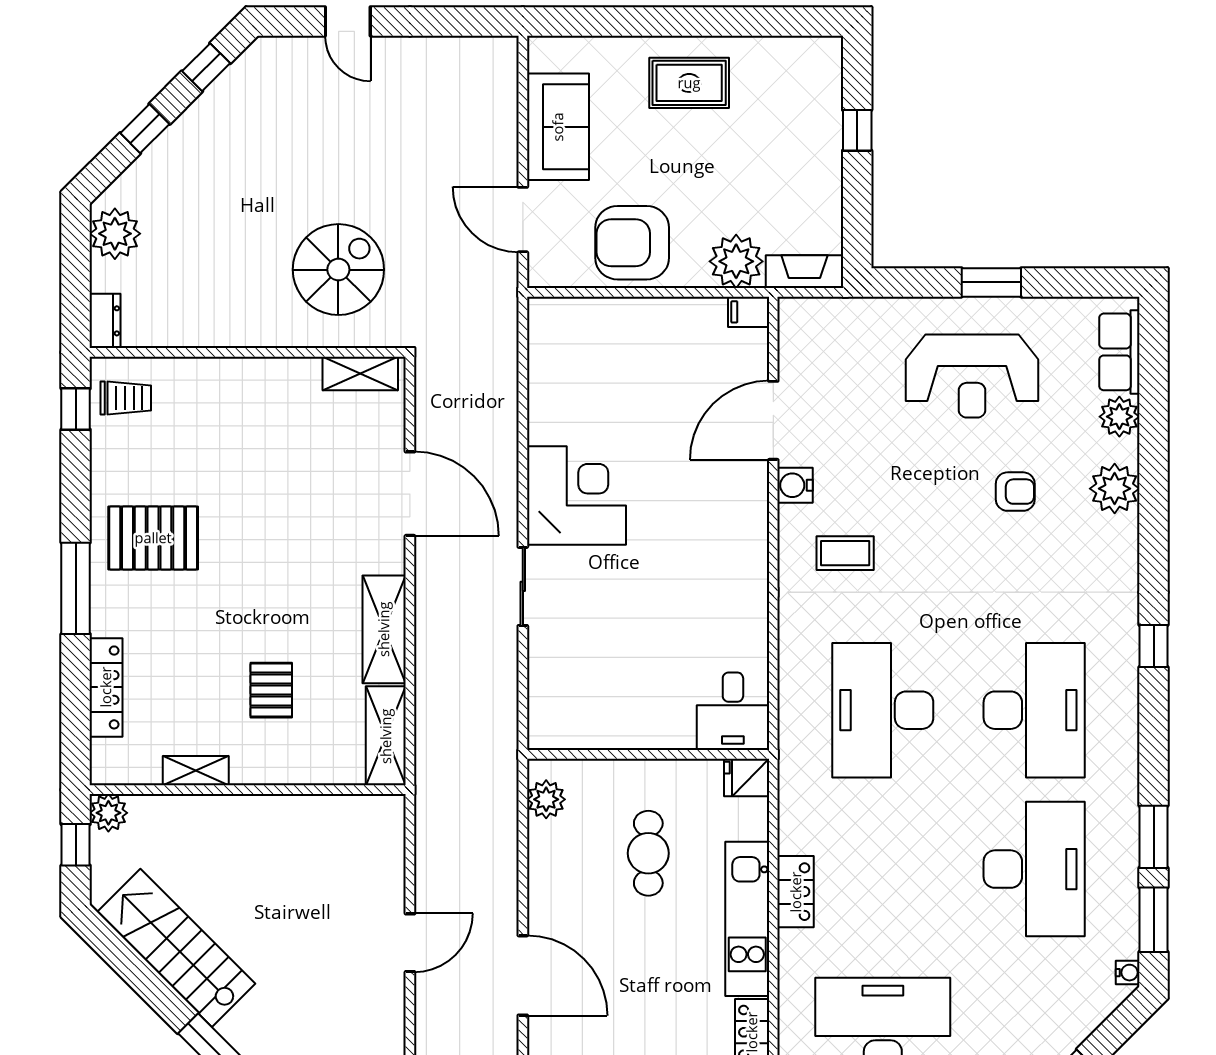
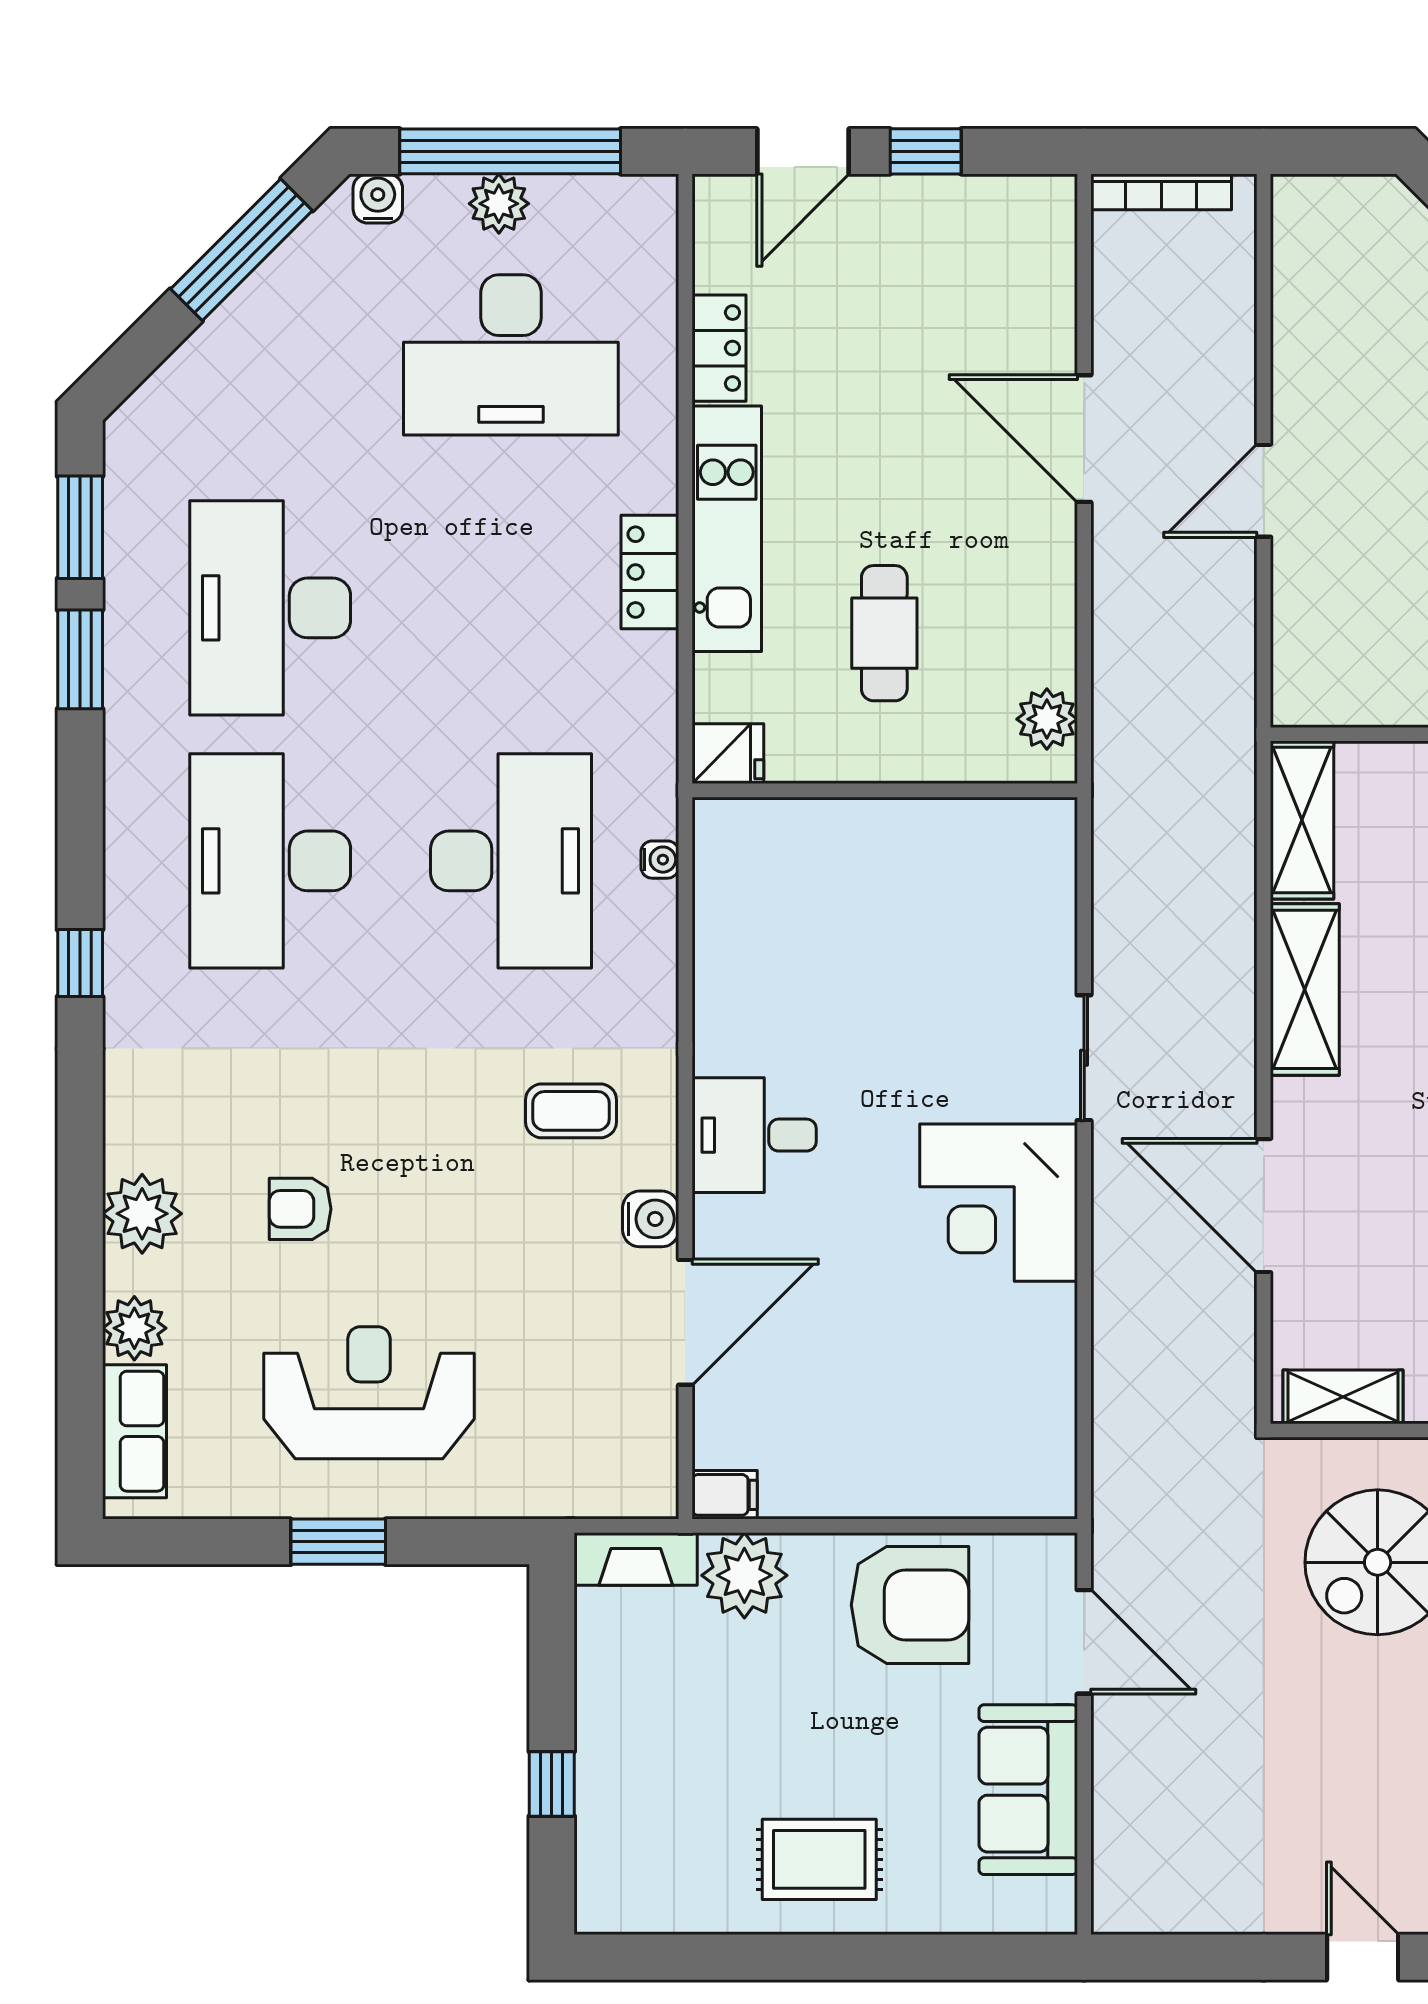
desk: (733, 711) -> (754, 1135), moved, turned -90
water cooler: (1128, 973) -> (660, 860), moved, turned 180

